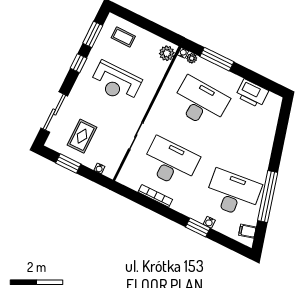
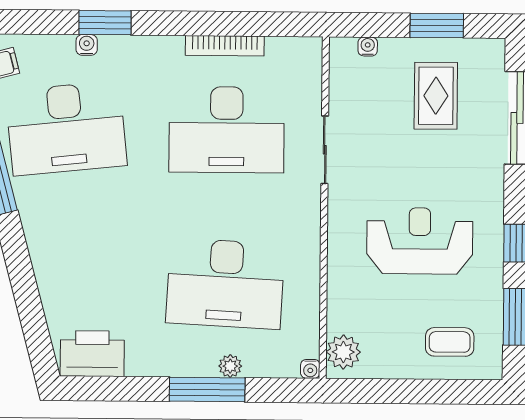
plant: (192, 58) -> (230, 366), moved
window: (217, 59) -> (207, 390), moved
printer: (252, 93) -> (92, 354), moved

